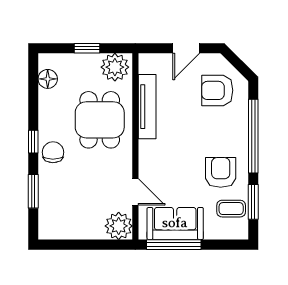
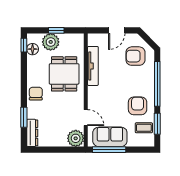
plant: (115, 67) -> (51, 42), moved
window: (33, 142) -> (24, 45), moved
dresser: (47, 217) -> (32, 133), added

